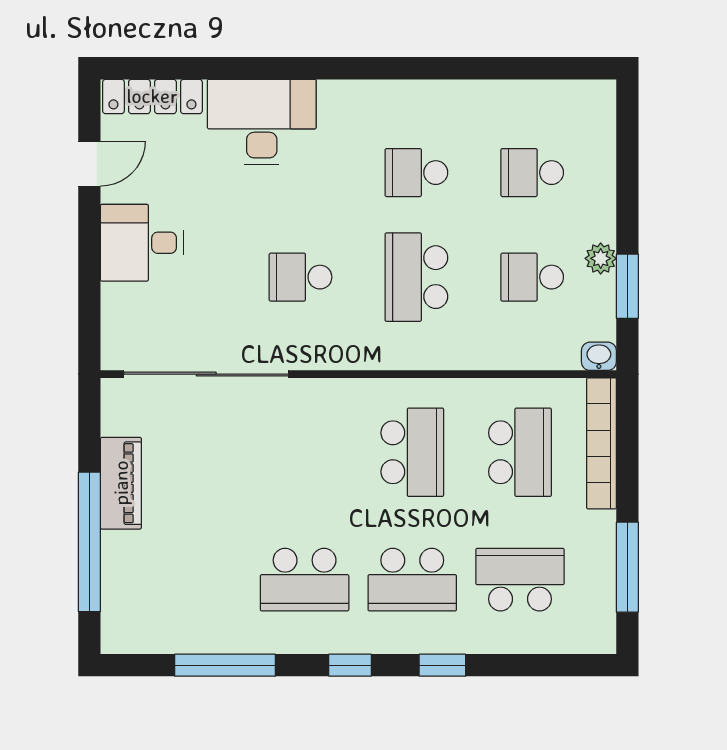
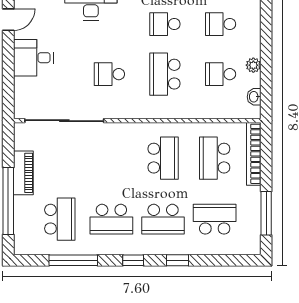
window: (627, 286) -> (266, 78), removed
washbasin: (599, 356) -> (254, 97), moved, turned -90
school desk: (520, 452) -> (215, 158), turned 180
school desk: (197, 580) -> (60, 219), added

